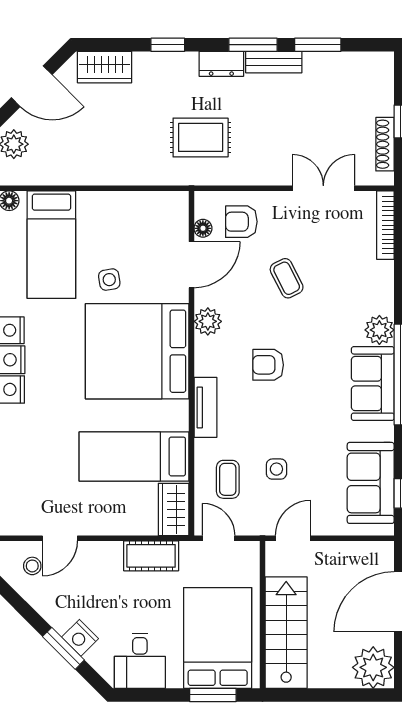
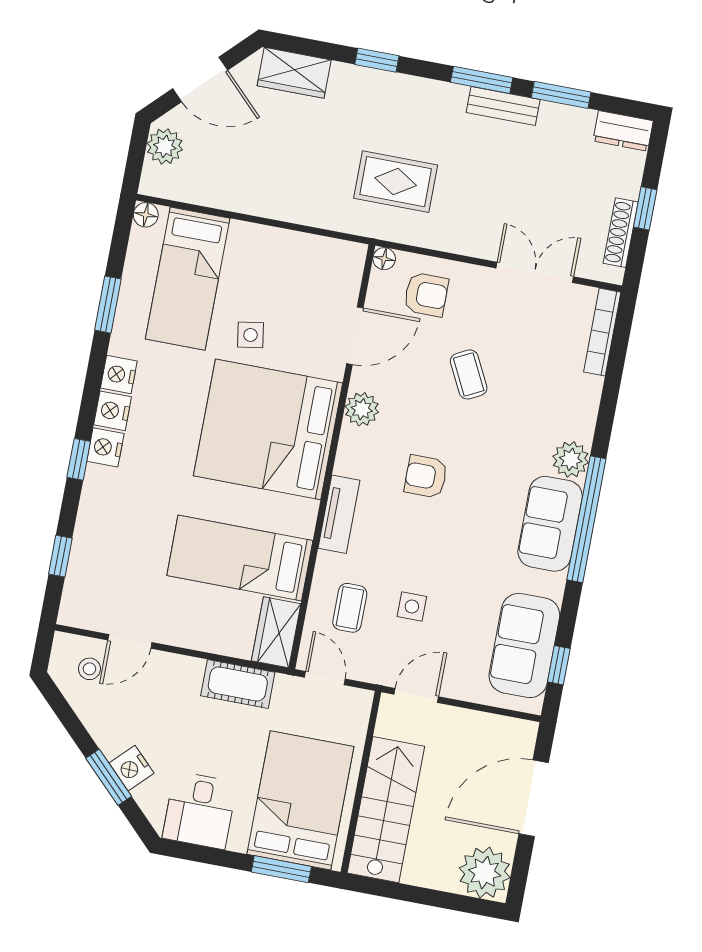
dresser: (221, 64) -> (623, 131), moved
armchair: (241, 222) -> (426, 294), turned 180
floor lamp: (203, 228) -> (384, 259), moved

